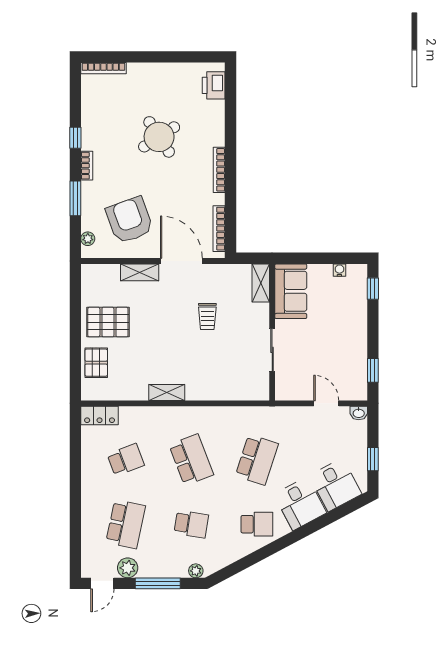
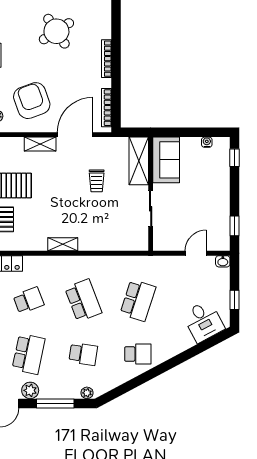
door: (181, 261) -> (75, 135), hinge flipped
shelving: (261, 283) -> (139, 161), width x1.50, depth x1.33
door: (326, 403) -> (196, 253), hinge flipped
desk: (300, 504) -> (174, 337), removed

